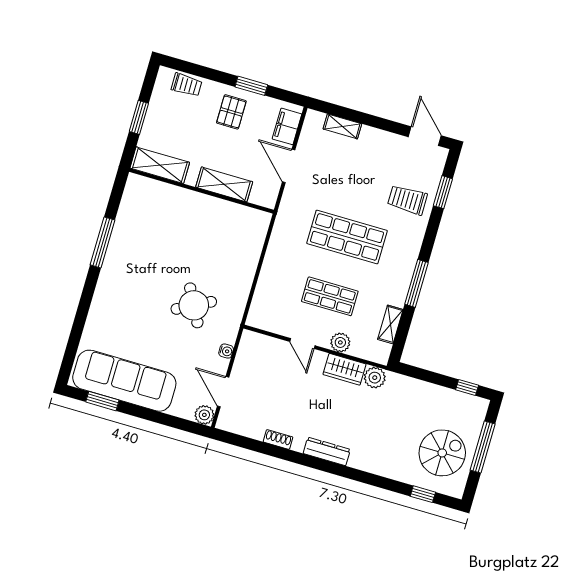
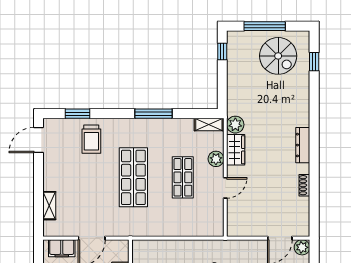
shelving: (390, 324) -> (209, 125), moved
water cooler: (226, 351) -> (248, 245), removed
spiral stairs: (442, 453) -> (278, 56), turned 180

